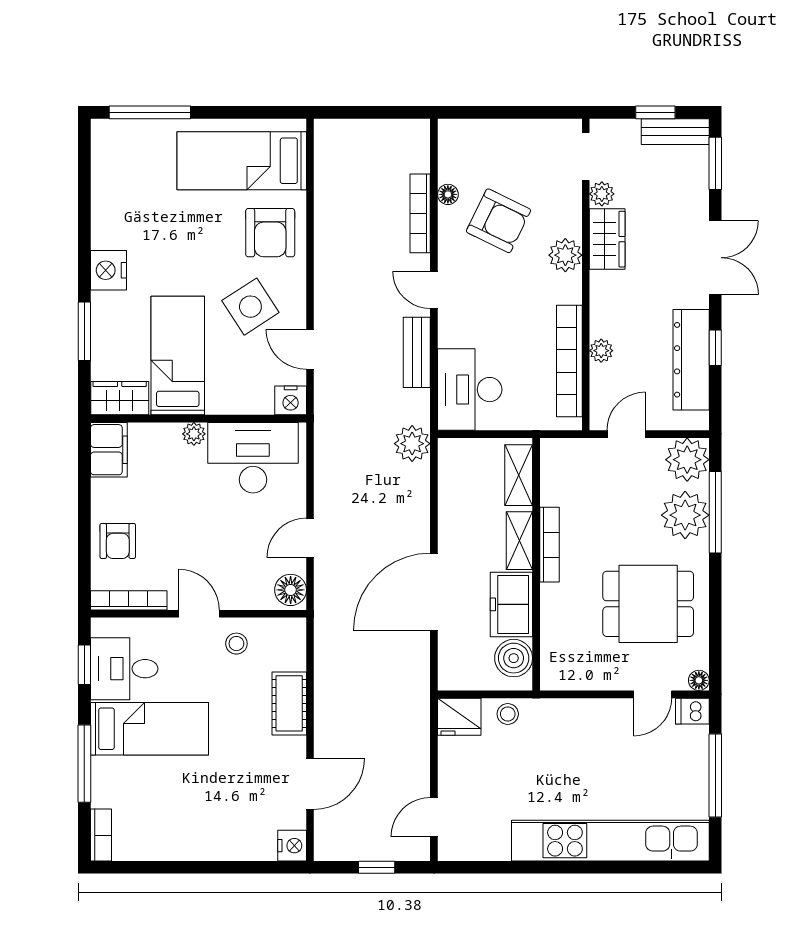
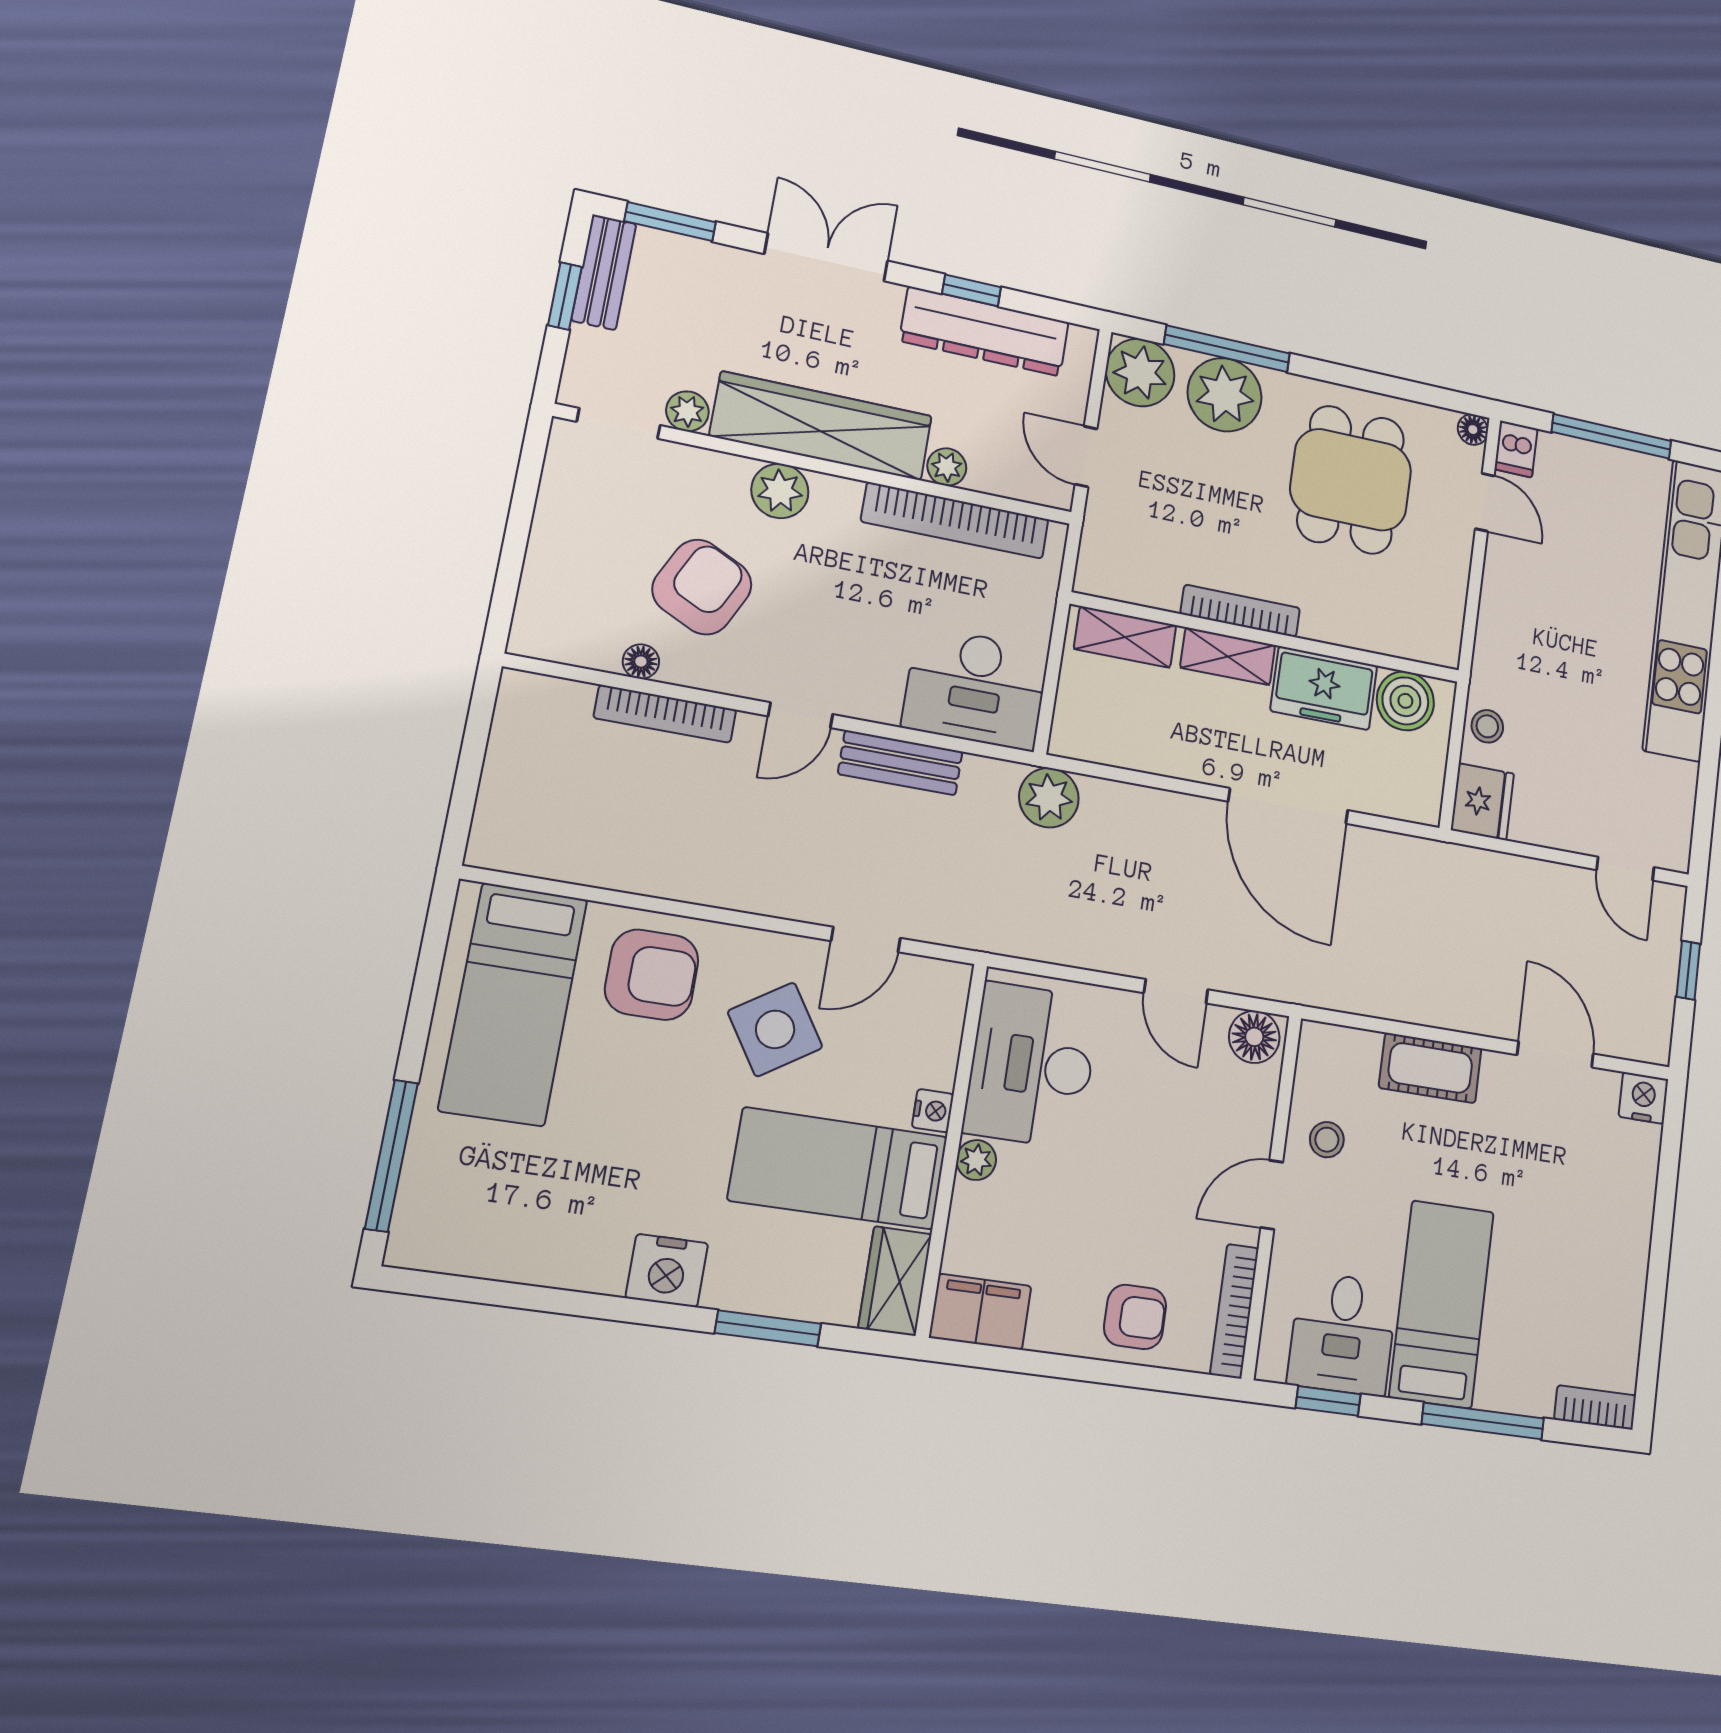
wardrobe: (607, 239) -> (821, 426), width x2.10, depth x1.17
nightstand: (291, 400) -> (933, 1111), moved, width x0.72, depth x0.74

